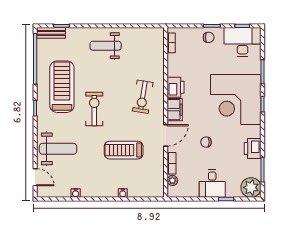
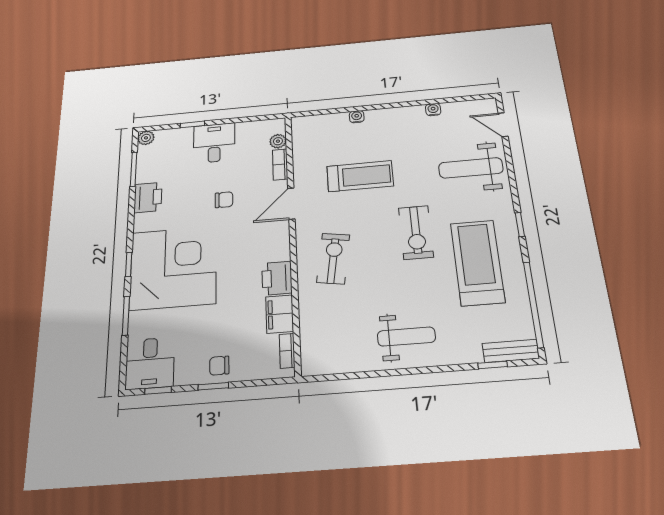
desk: (243, 42) -> (150, 363), width x0.73
treadmill: (62, 87) -> (477, 262), turned 180
filing cabinet: (175, 110) -> (280, 314), moved
plant: (251, 187) -> (146, 138), width x0.53, depth x0.53

